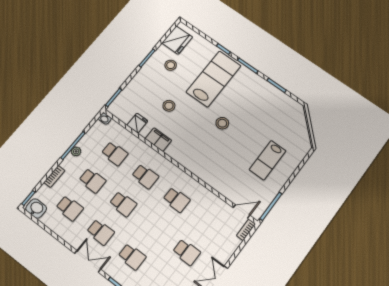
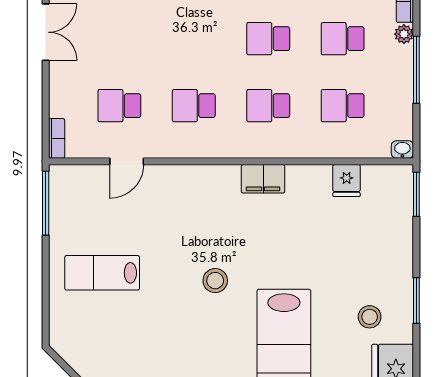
stool: (169, 106) -> (320, 246), removed
filing cabinet: (158, 140) -> (263, 179), moved
plant: (76, 151) -> (404, 34), moved
lab bench: (268, 160) -> (102, 273), turned -90
door: (242, 212) -> (127, 161), moved
school desk: (186, 252) -> (119, 106), moved

